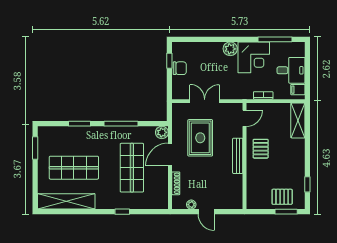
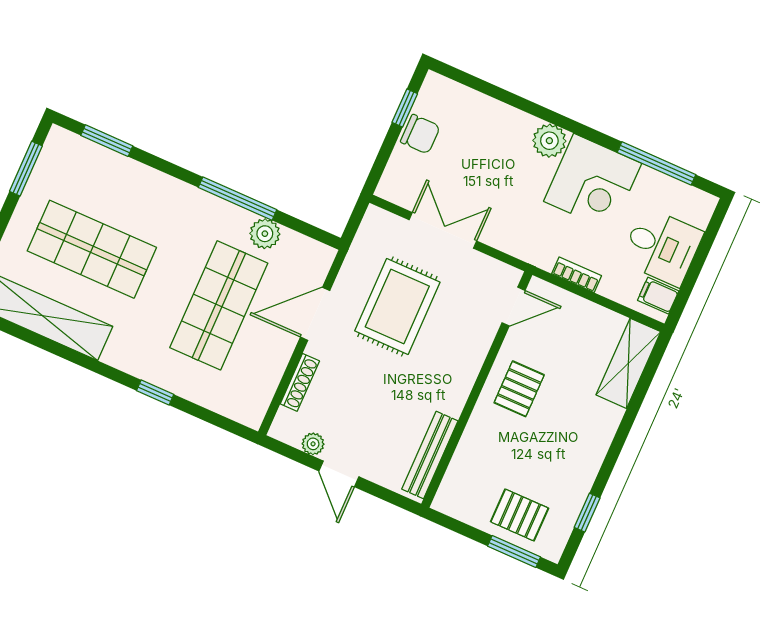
window: (80, 124) -> (107, 141), moved
plant: (162, 132) -> (265, 234), moved
bench: (238, 156) -> (430, 455), moved

